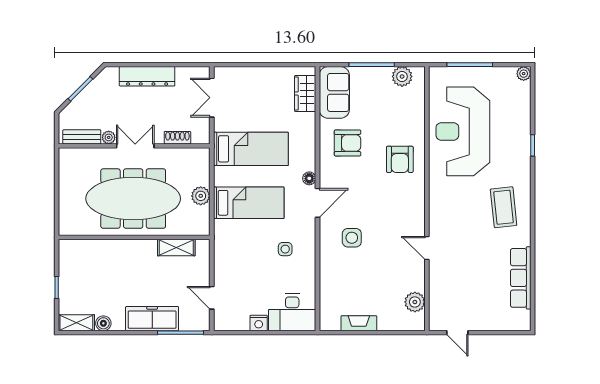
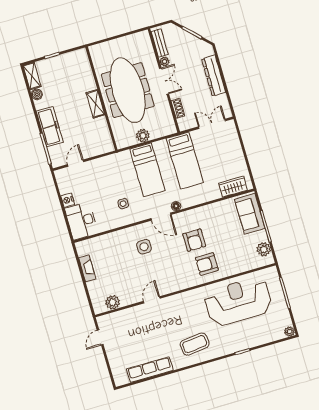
sofa: (334, 92) -> (250, 214), moved, turned 90
armchair: (348, 143) -> (194, 240), moved
shelving: (176, 248) -> (95, 104), moved

